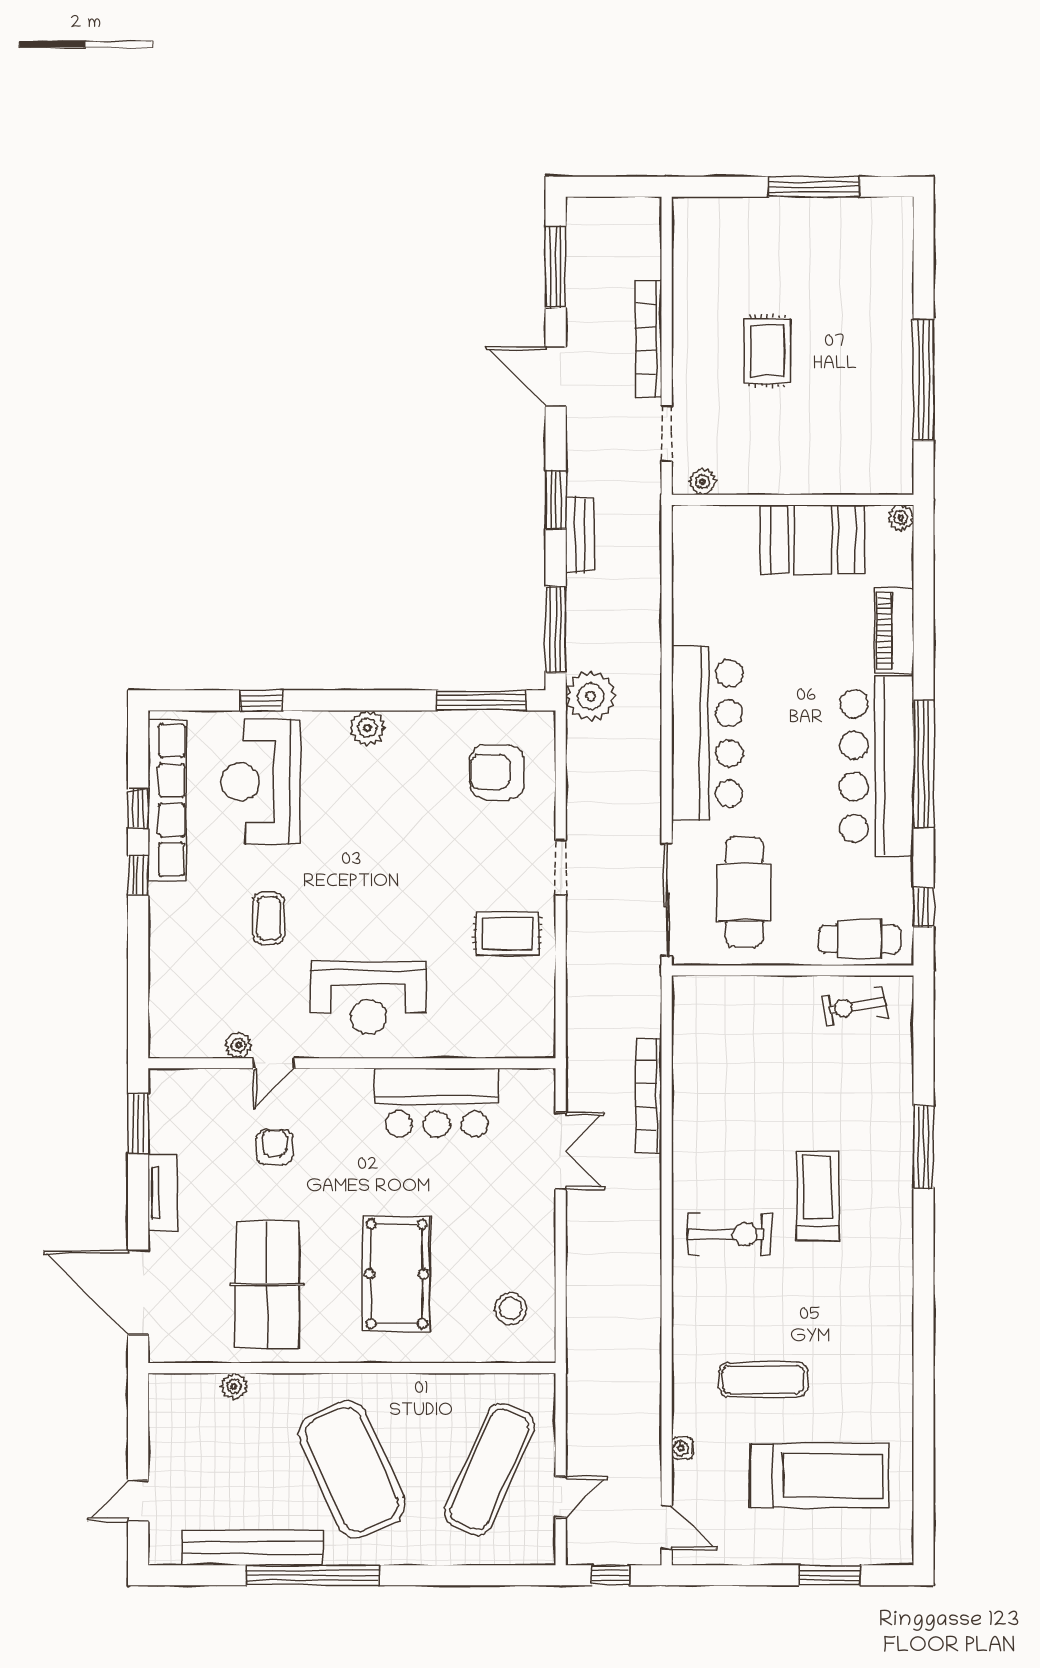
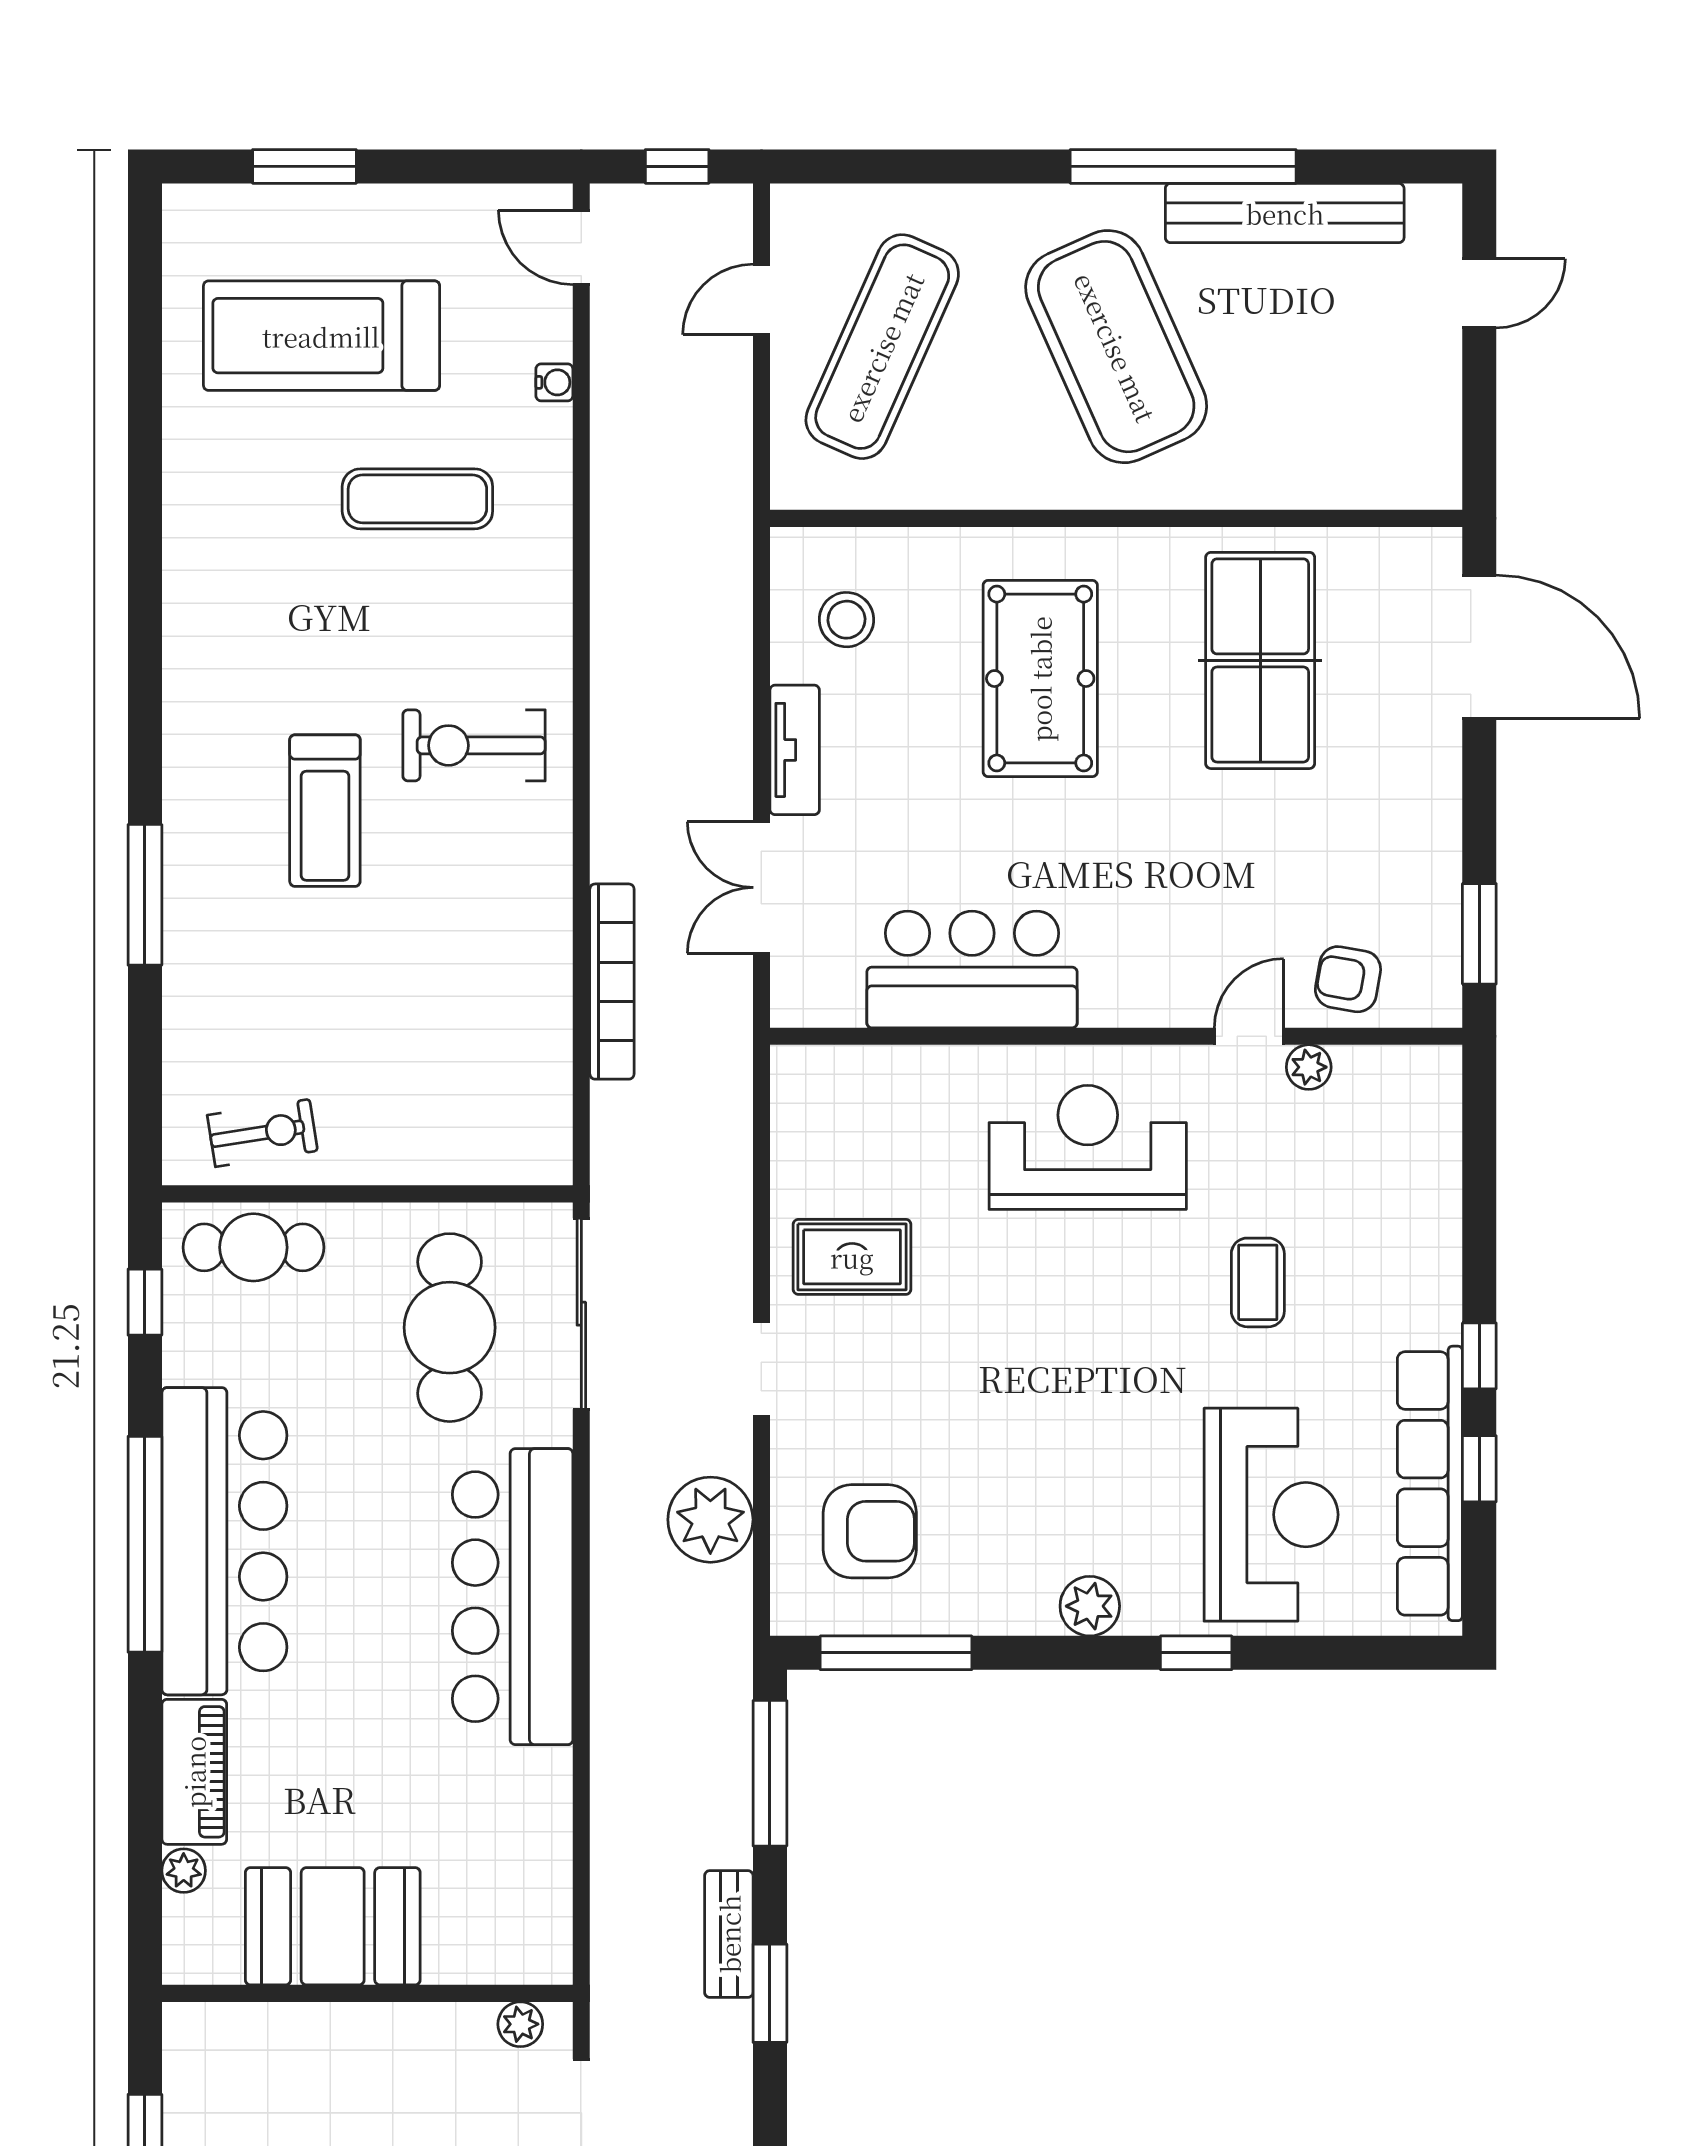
plant: (901, 518) -> (184, 1871), moved
plant: (591, 696) -> (710, 1520), moved
window: (261, 700) -> (1196, 1653), moved
armchair: (275, 1147) -> (1348, 979), moved, turned 100
tv unit: (163, 1193) -> (795, 750), moved, turned 180
plant: (234, 1386) -> (1317, 487), removed

